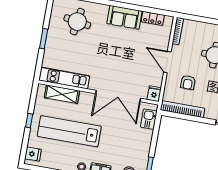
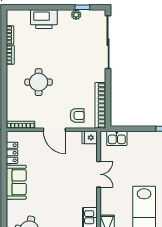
door: (167, 62) -> (54, 130), hinge flipped
armchair: (188, 82) -> (77, 115), moved
double door: (118, 96) -> (99, 174), width x0.54

